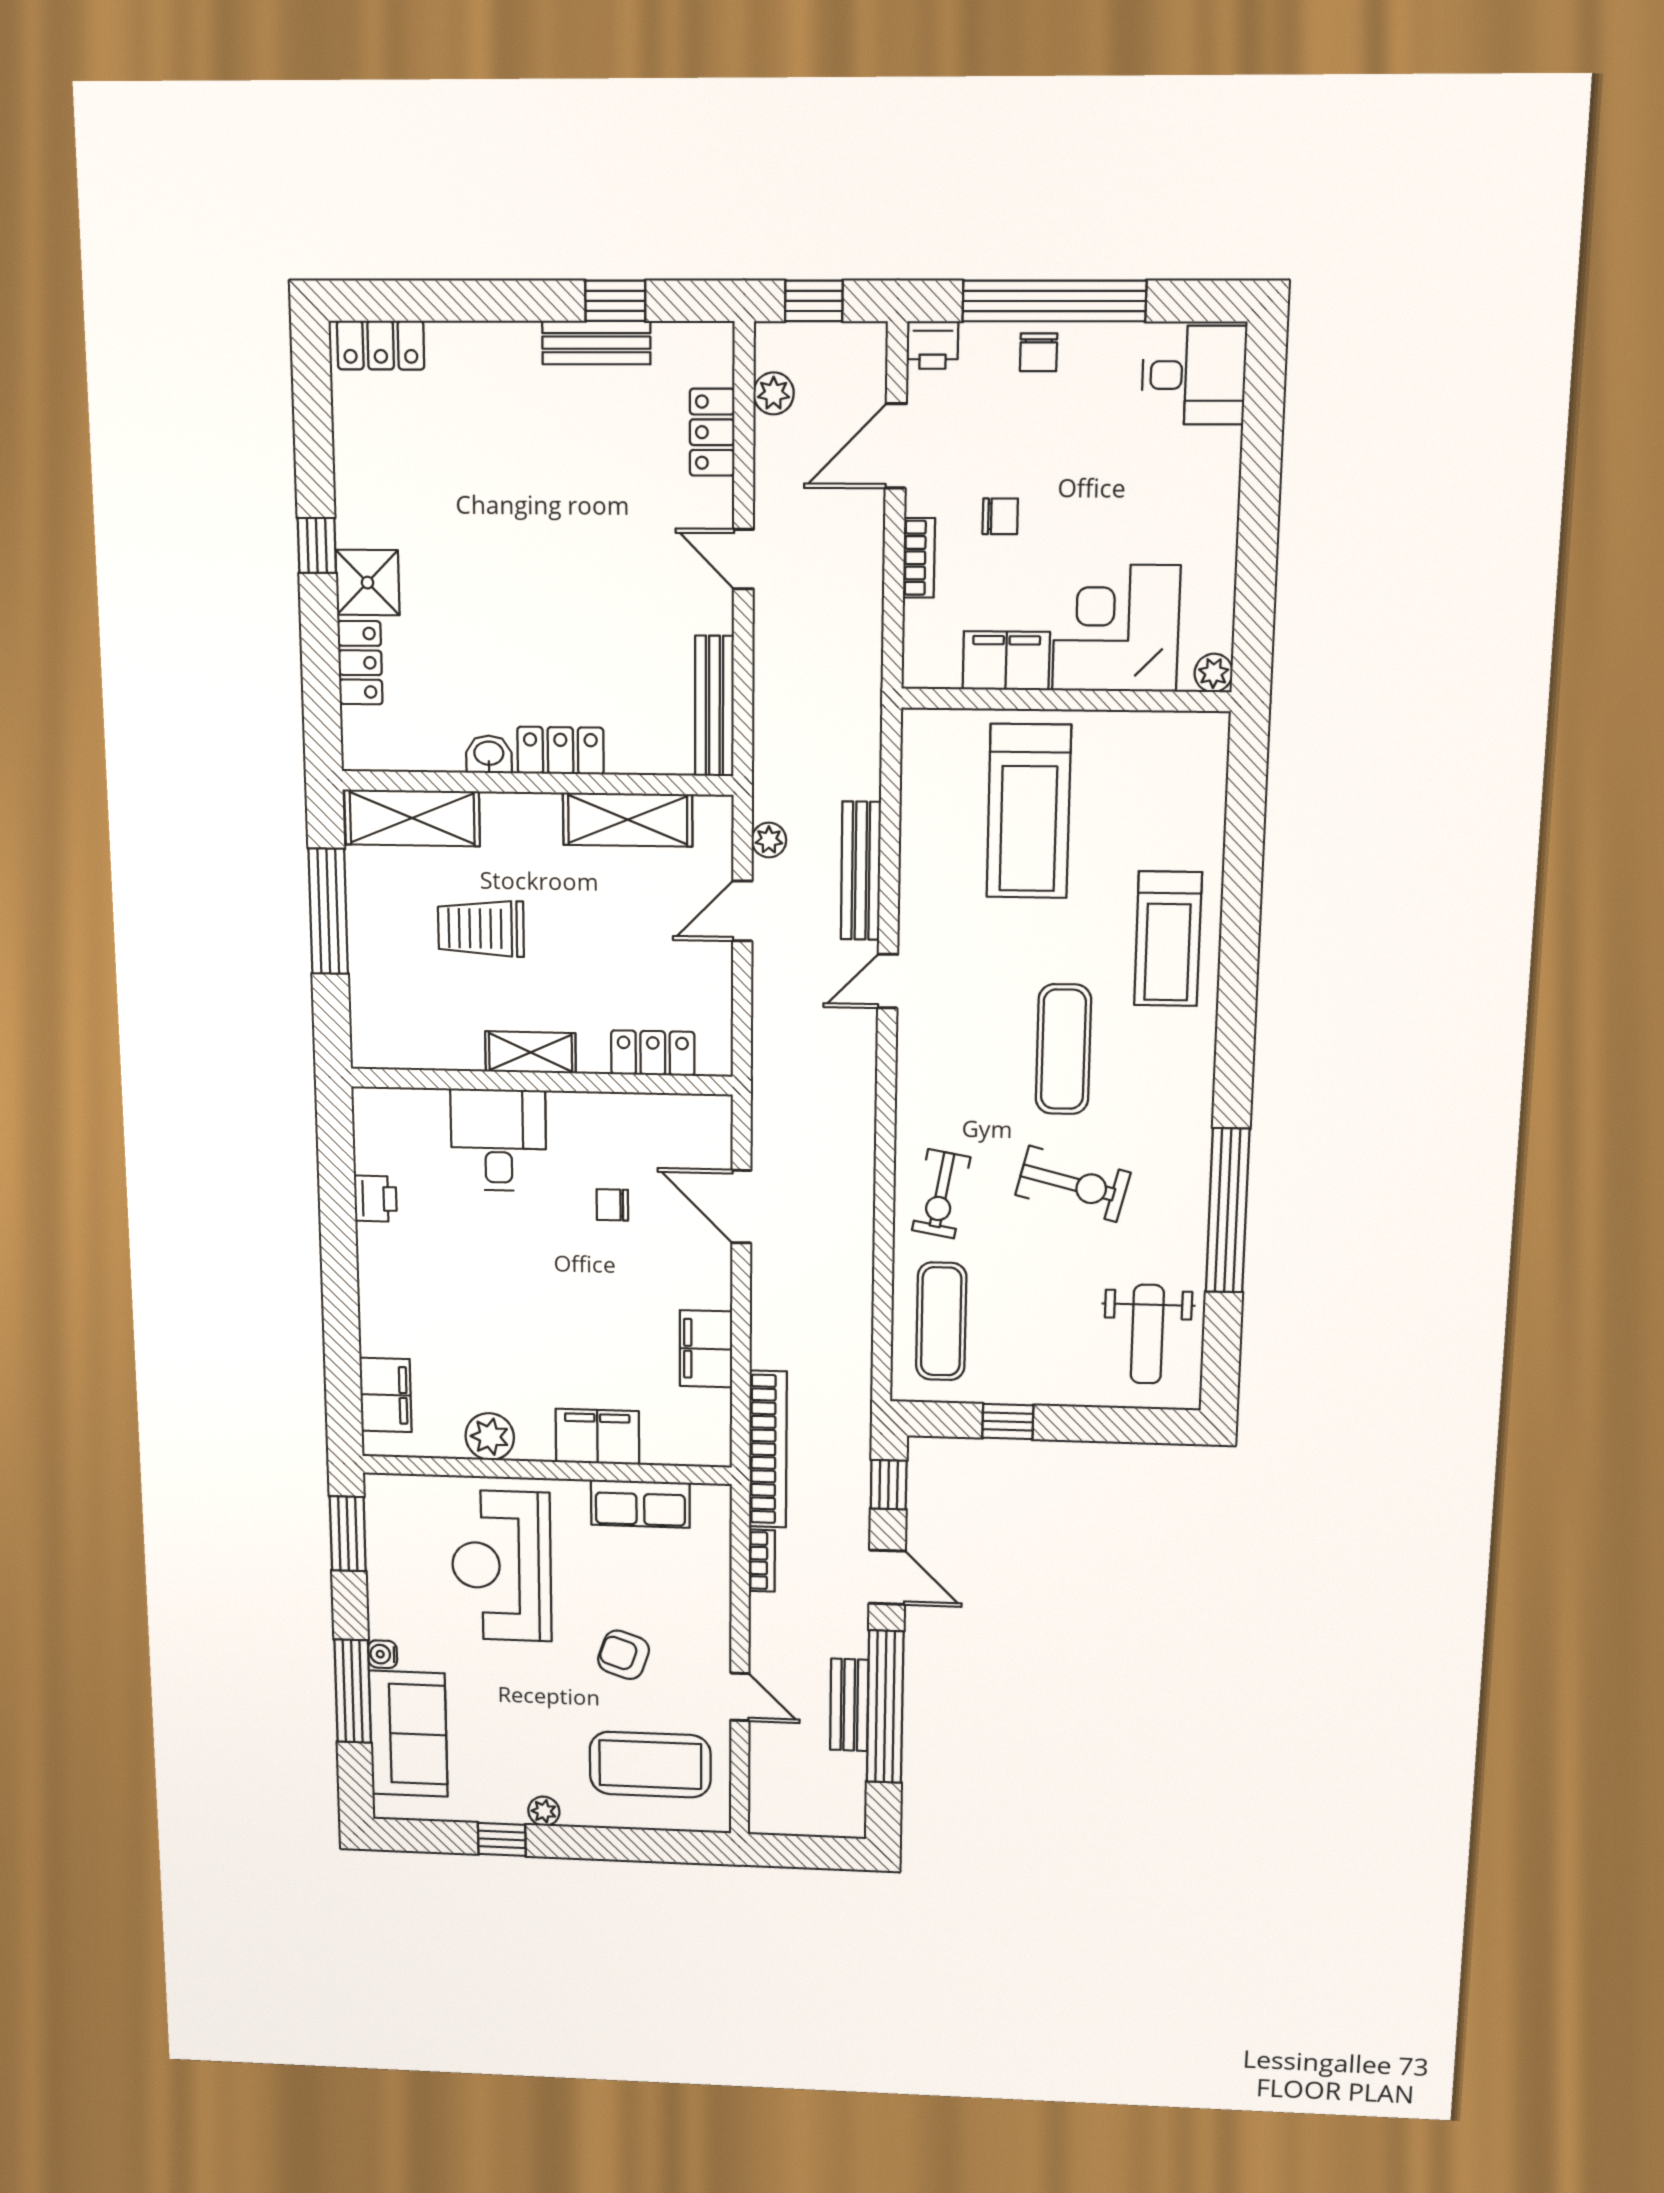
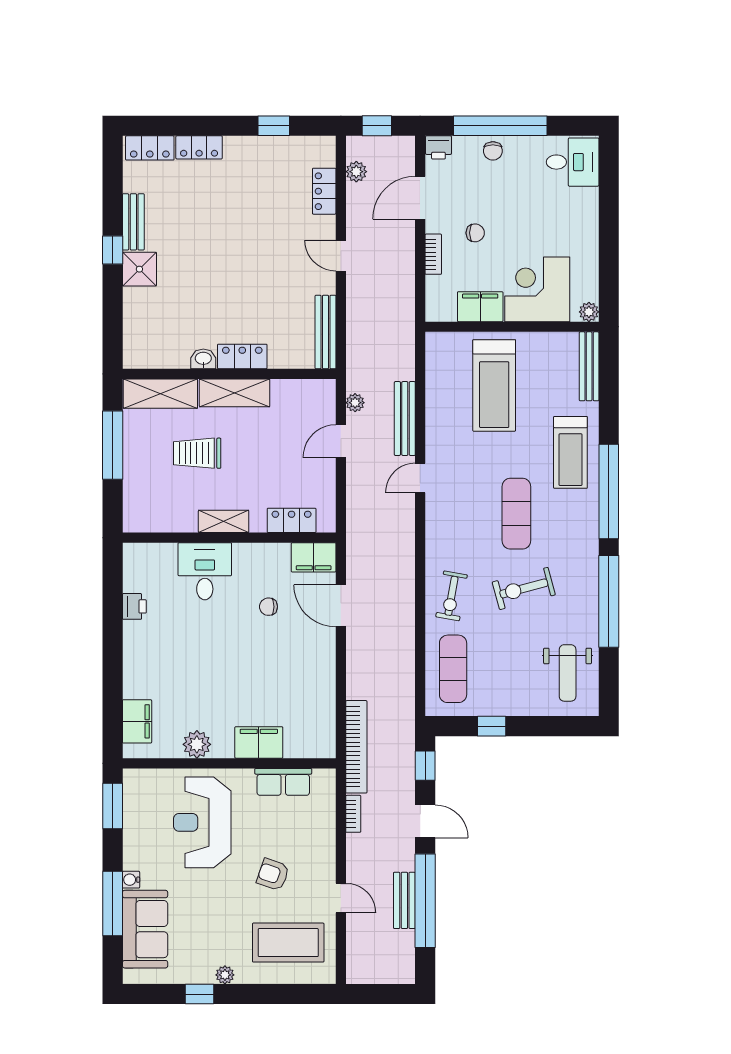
bench: (596, 343) -> (133, 222), moved, turned 90
locker: (360, 663) -> (199, 147), moved, turned 90
bench: (1210, 778) -> (589, 366), added
shelving: (628, 820) -> (235, 393), moved
window: (1236, 1012) -> (609, 491), added
exercise bike: (1073, 1184) -> (524, 588), turned 151
filing cabinet: (706, 1349) -> (314, 557), moved, turned -90

